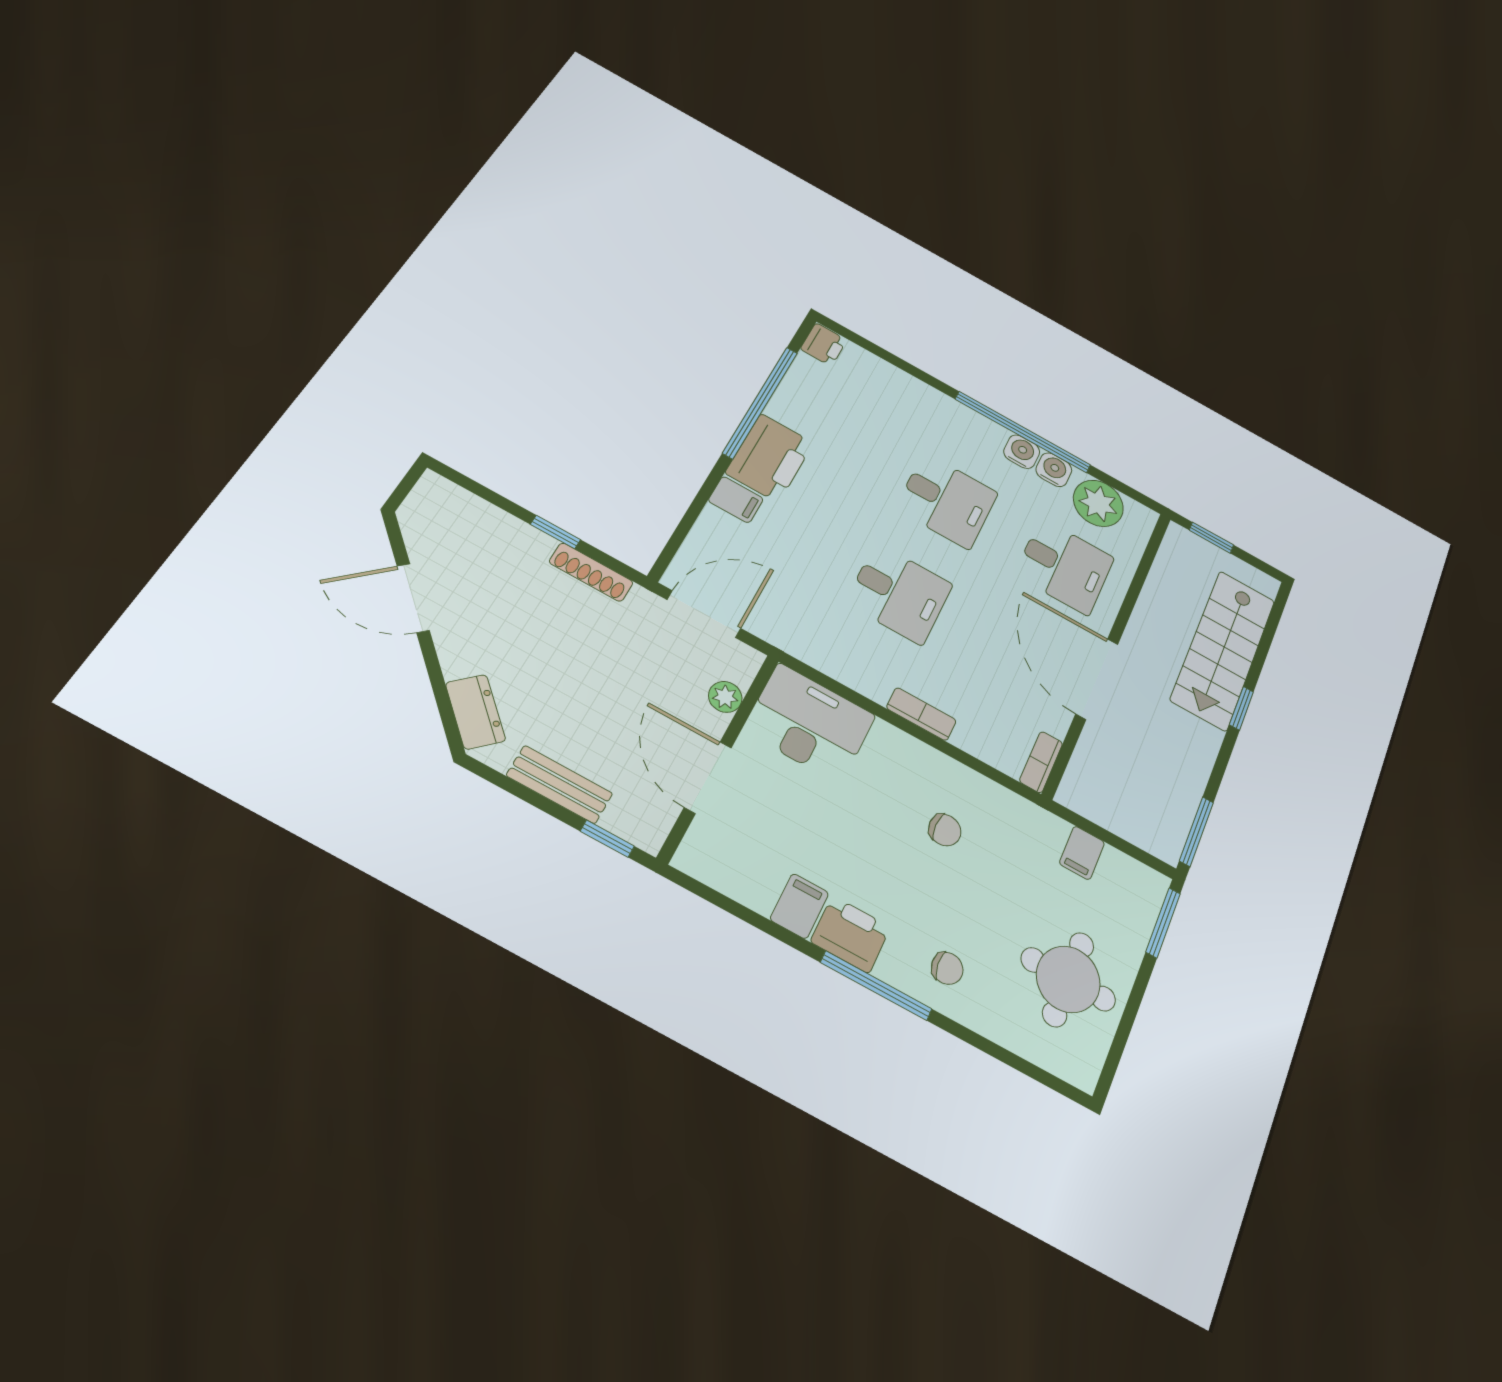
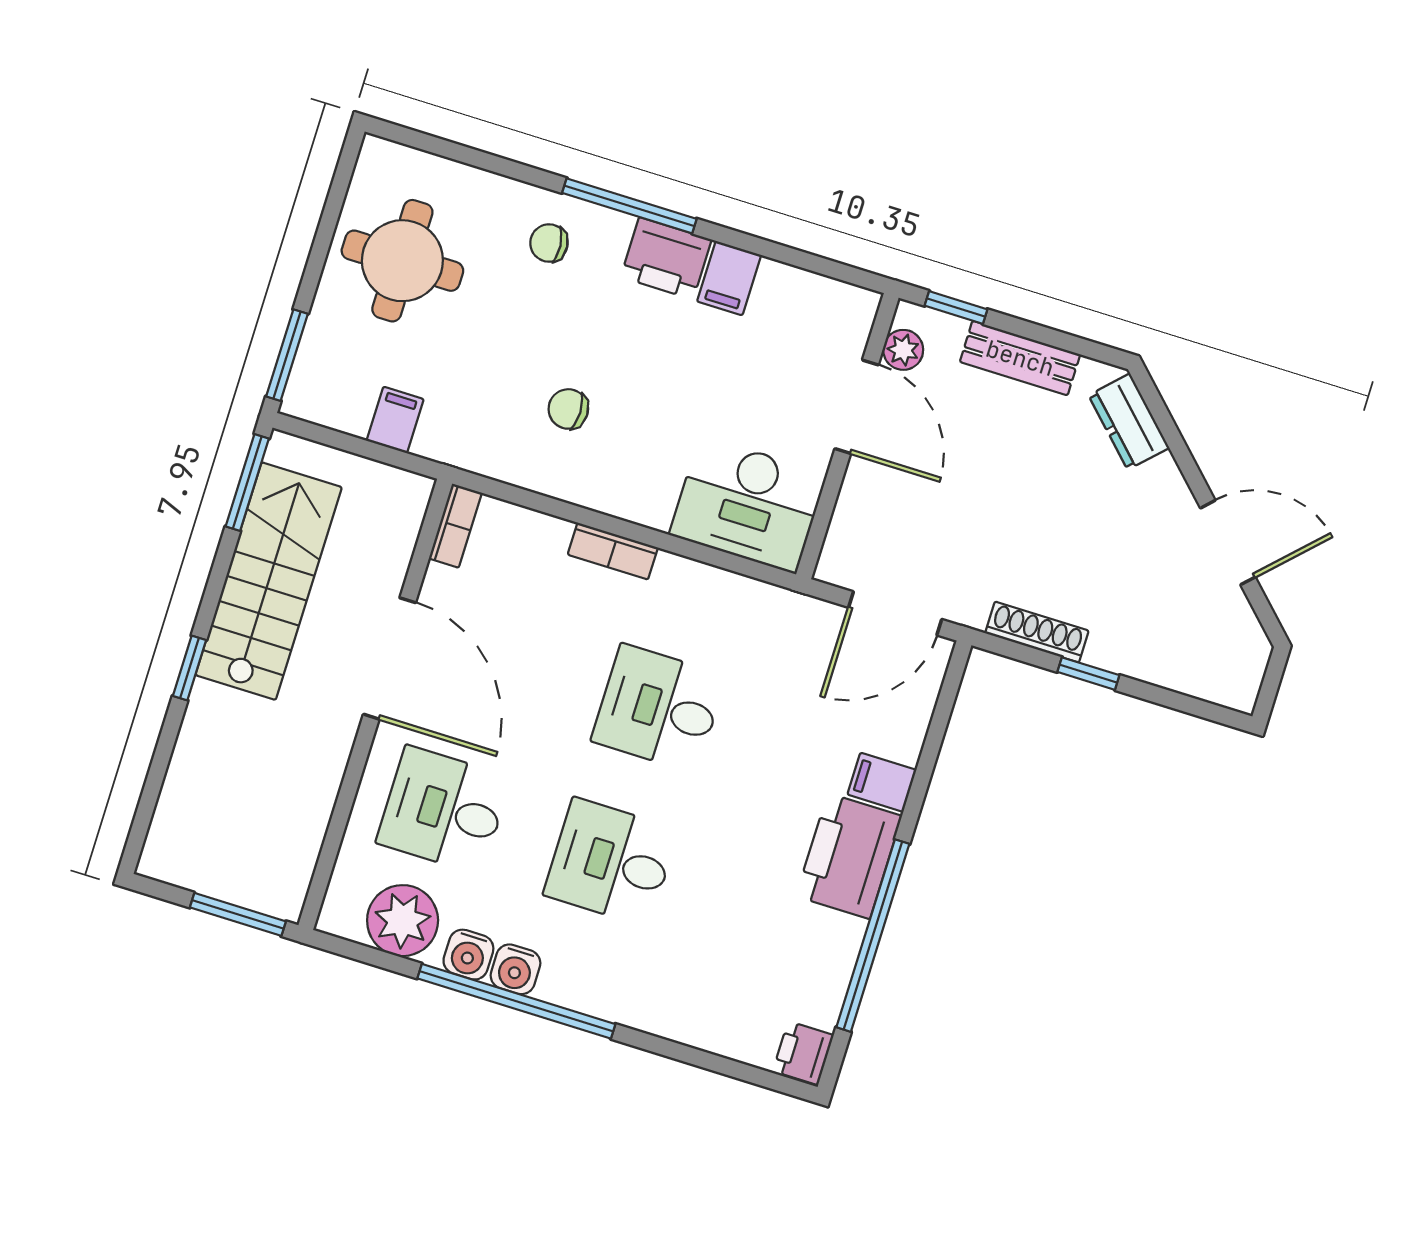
window: (1211, 538) -> (238, 914), width x1.50
stairs: (1223, 650) -> (269, 581), moved
plant: (725, 697) -> (903, 350), moved

